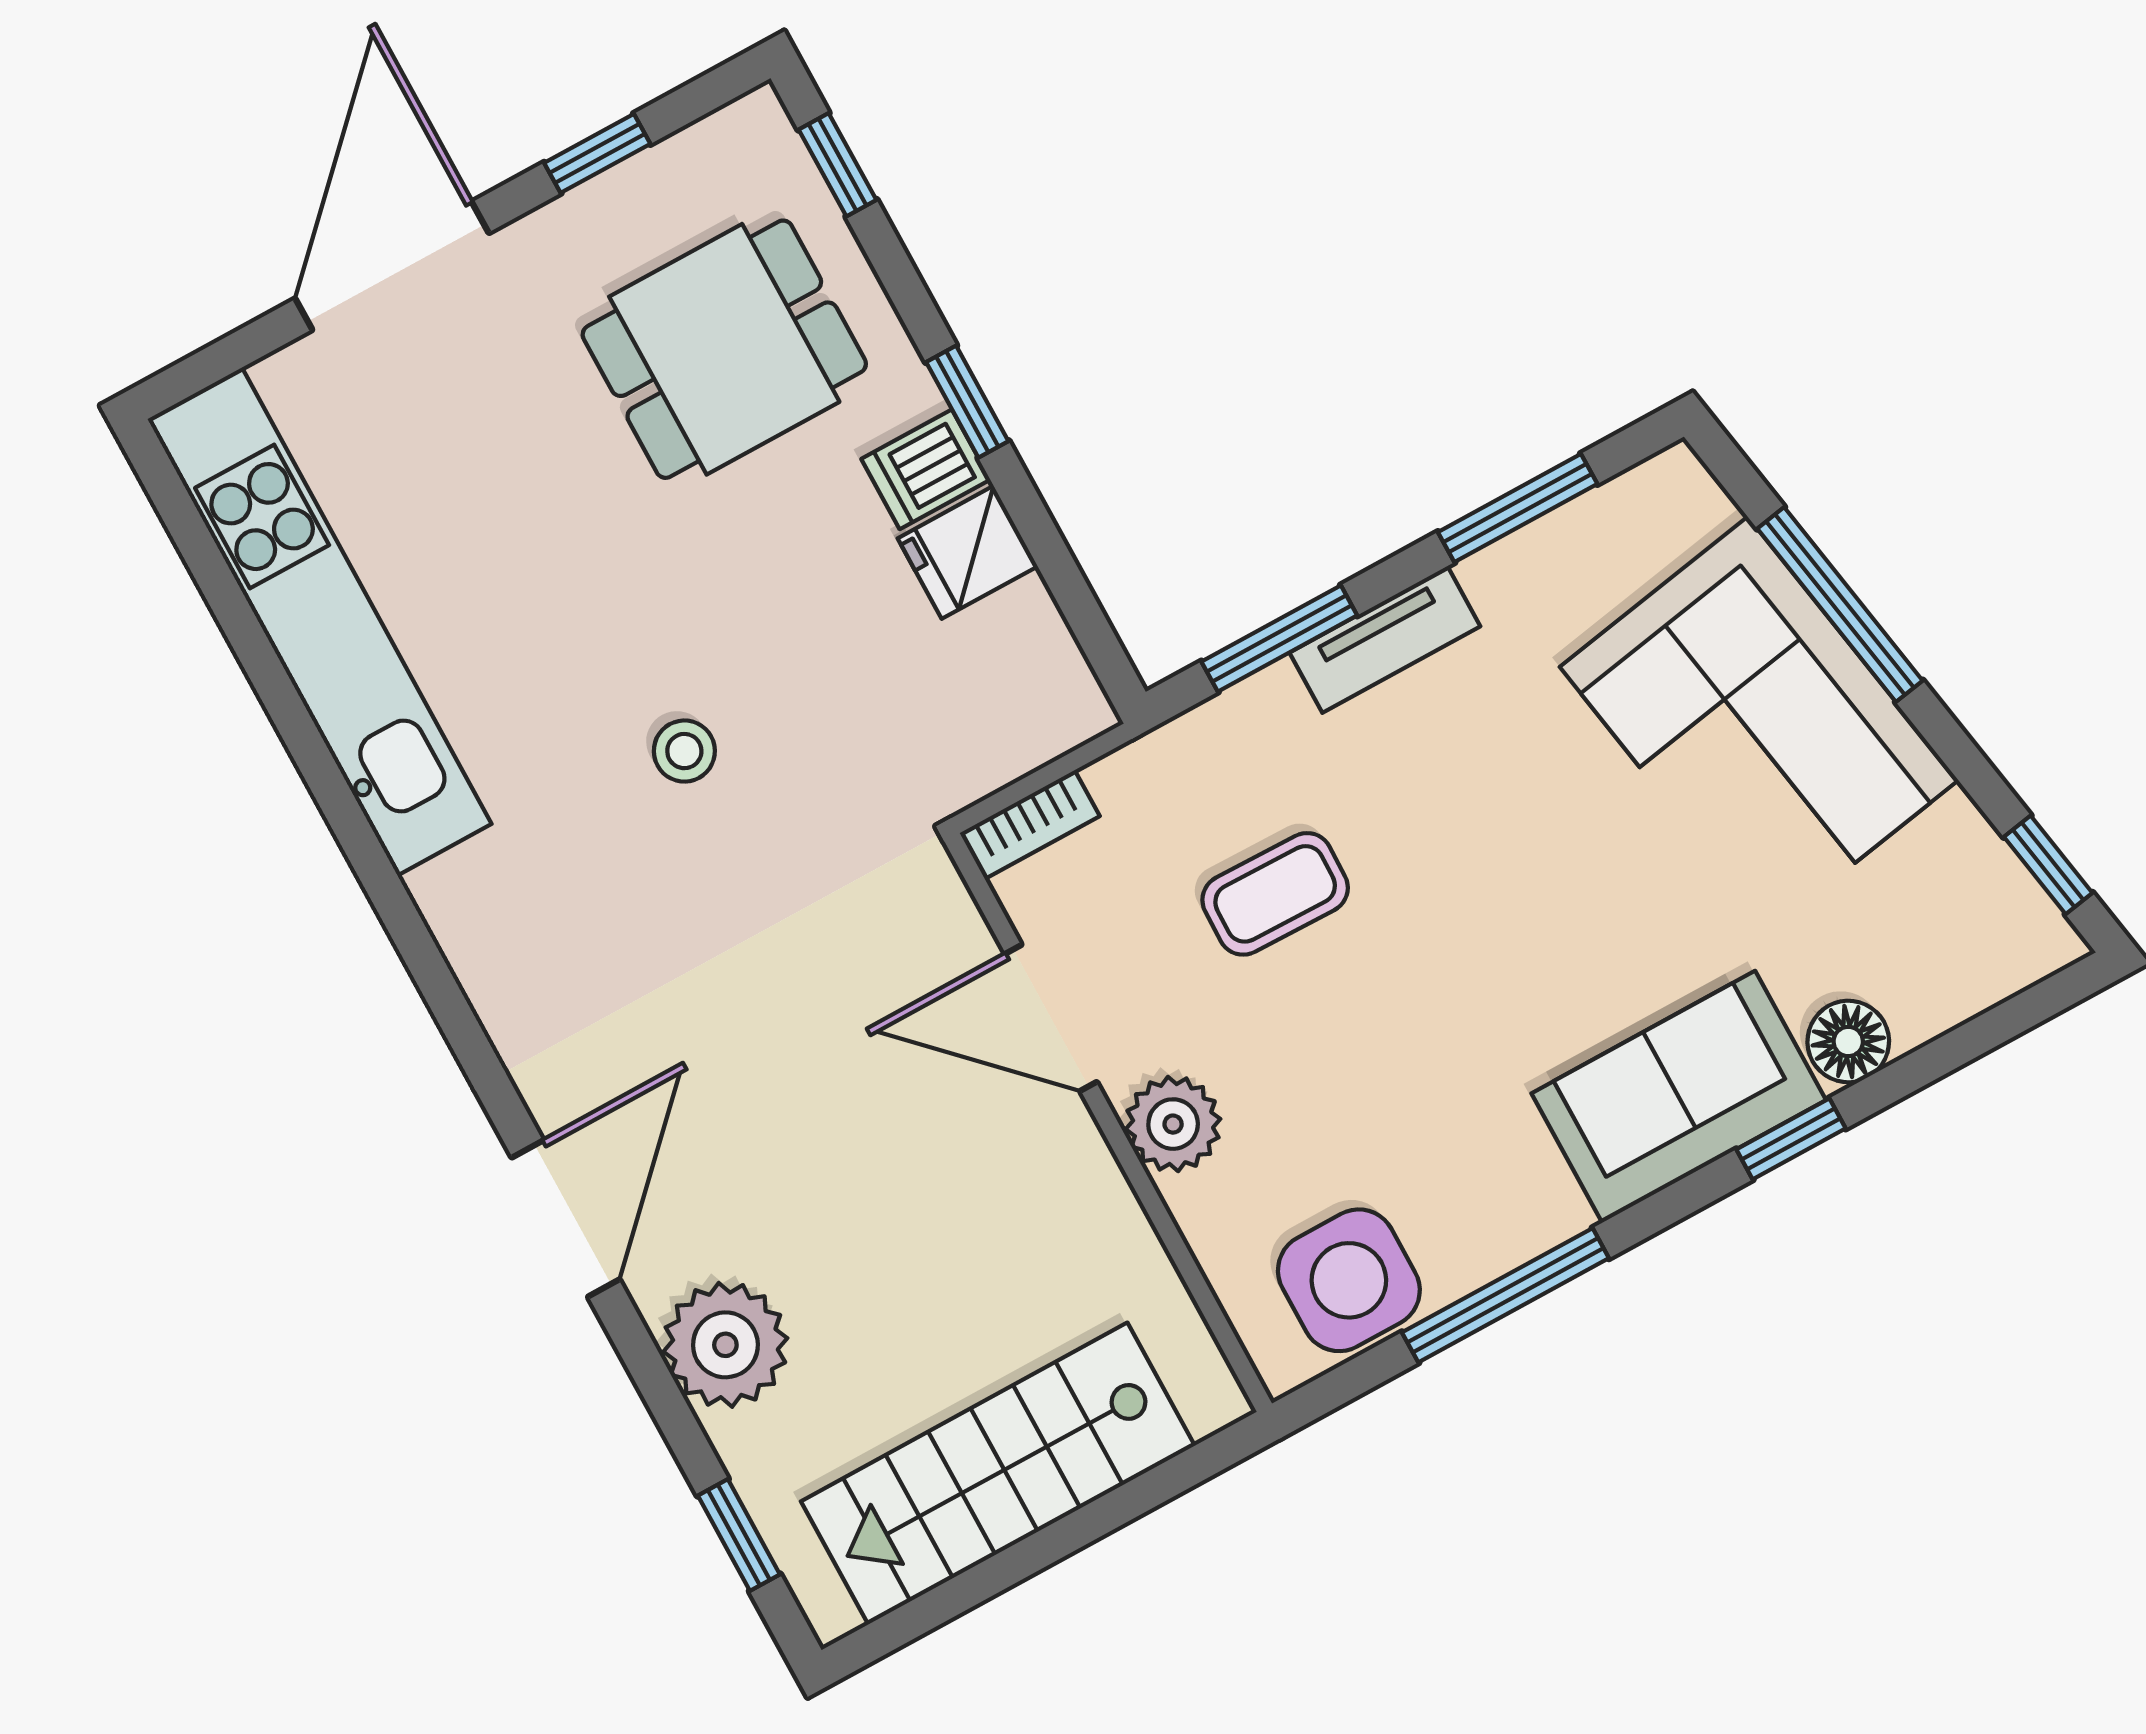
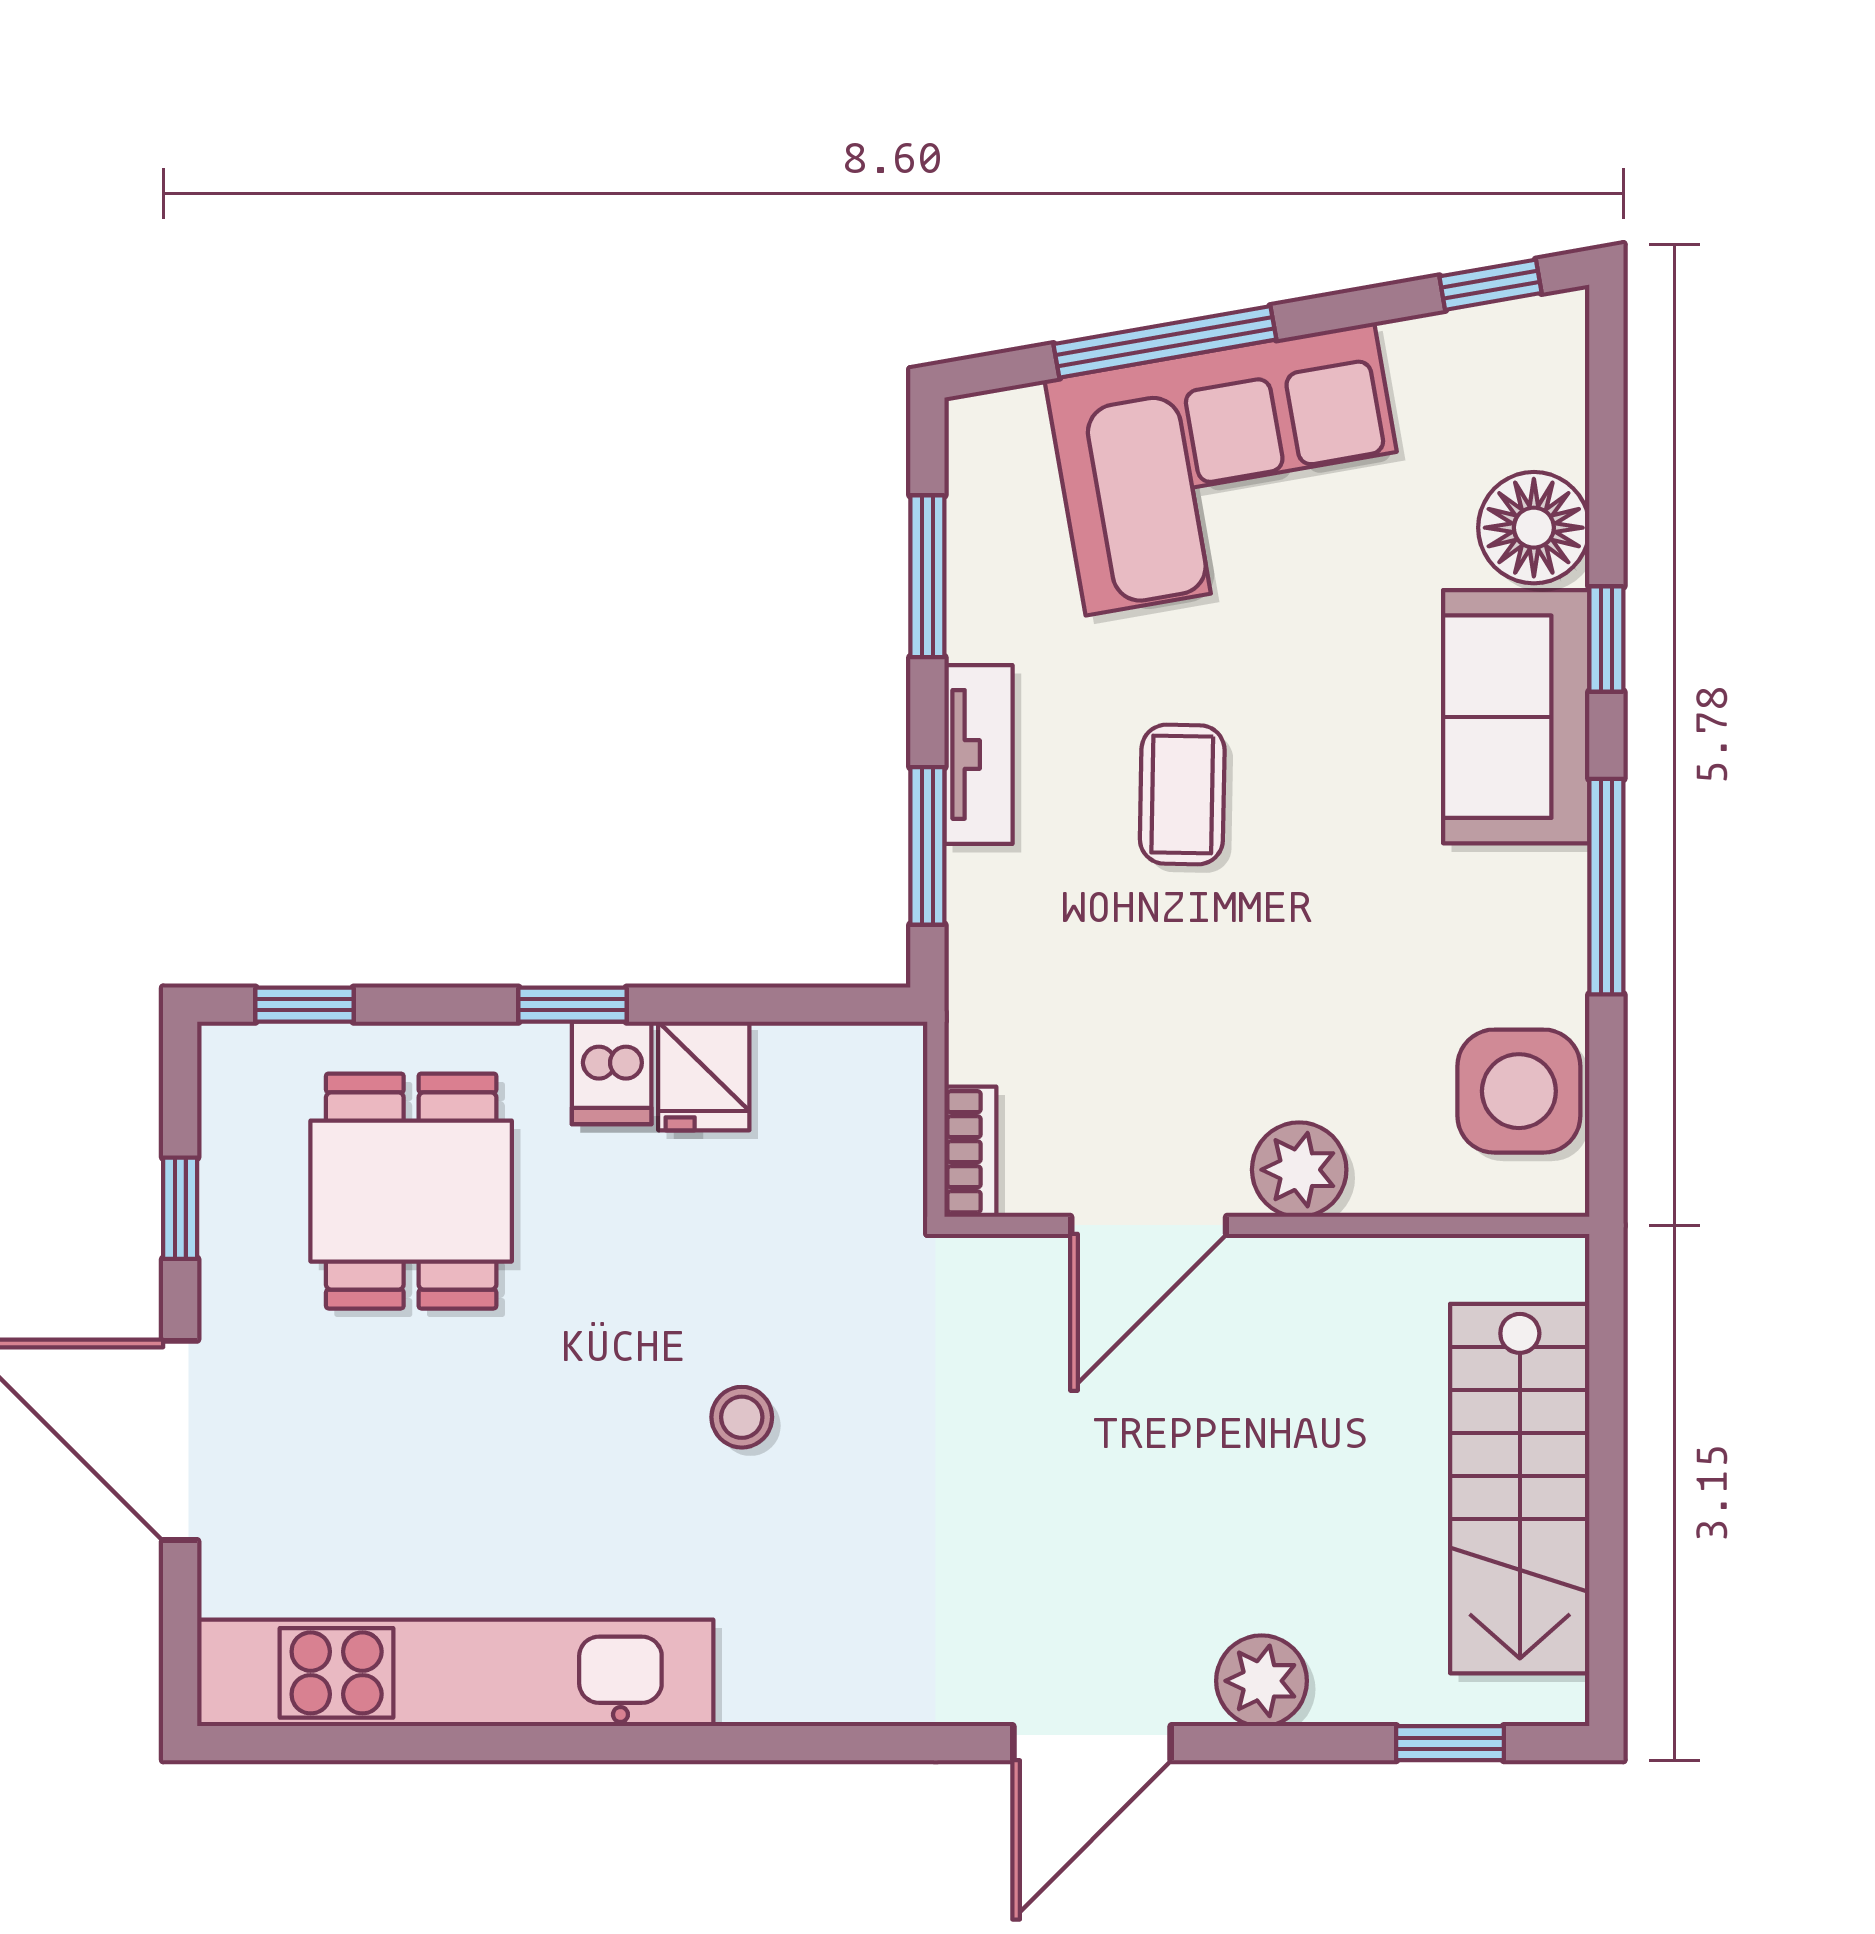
coffee table: (1275, 894) -> (1182, 795), moved
floor lamp: (1848, 1042) -> (1534, 528), width x1.38, depth x1.38
door: (566, 1219) -> (1092, 1743), swing flipped
window: (1505, 1295) -> (1606, 887), moved
plant: (725, 1345) -> (1262, 1681), width x0.73, depth x0.73

